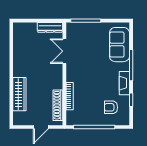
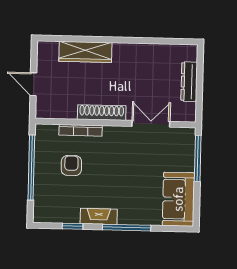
dresser: (50, 27) -> (189, 82), moved
sofa: (119, 45) -> (178, 199), moved, turned -90
shoe rack: (58, 105) -> (102, 113), moved
armchair: (111, 107) -> (71, 166), moved

